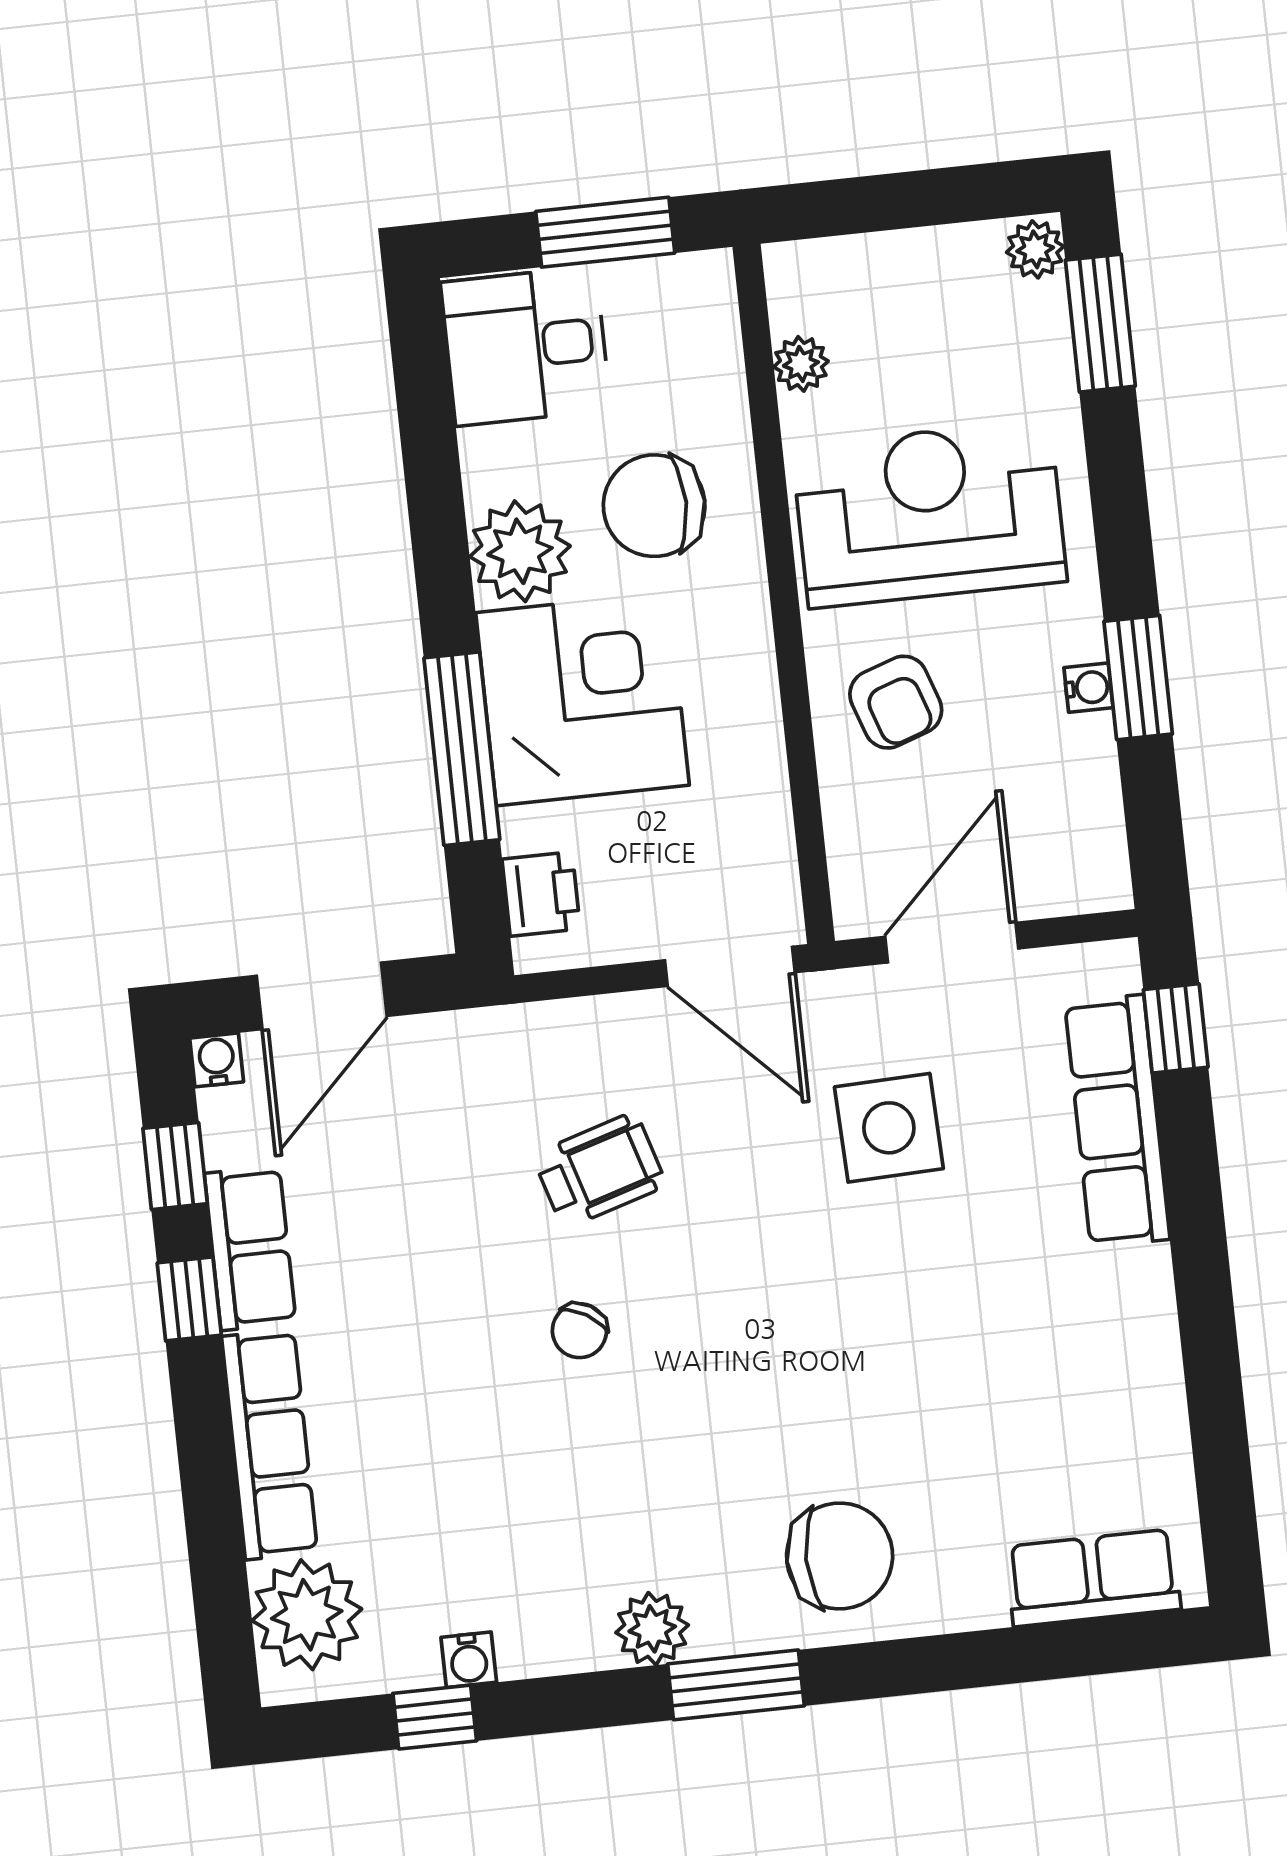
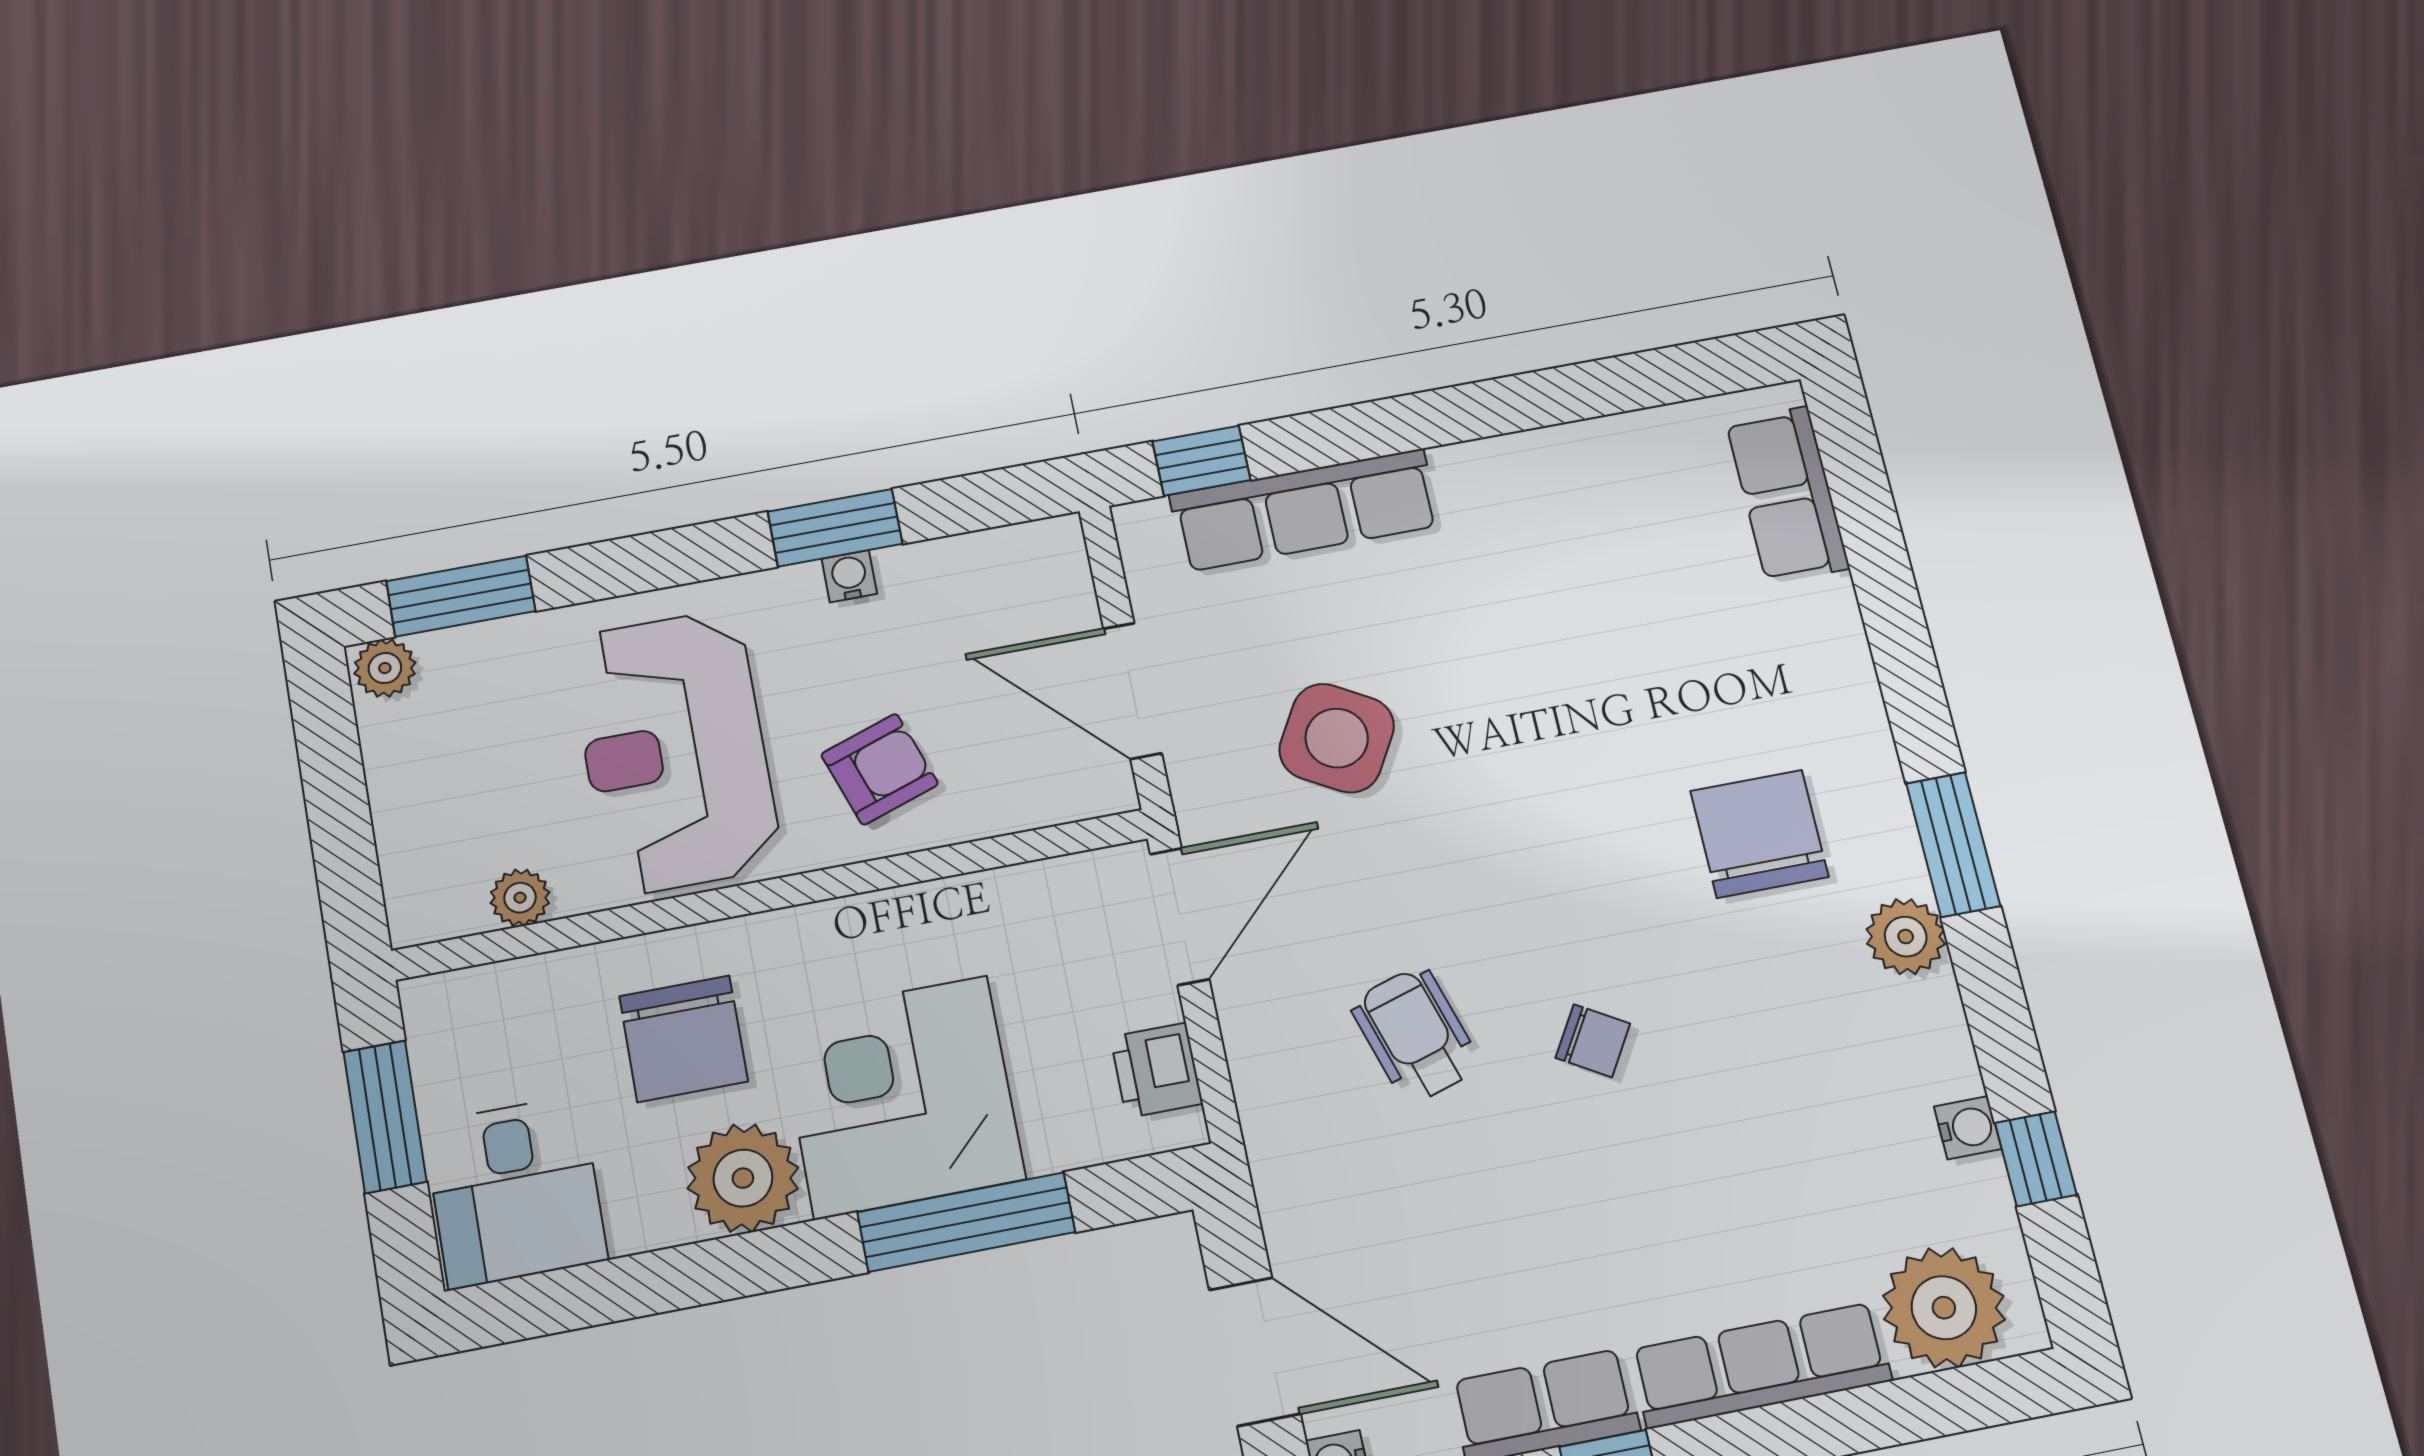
printer: (541, 894) -> (1156, 1070), moved, turned -90
side table: (889, 1128) -> (1337, 738), turned 32
chair: (840, 1556) -> (1759, 834), moved

